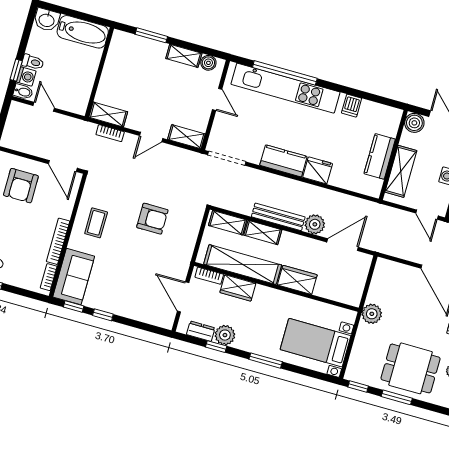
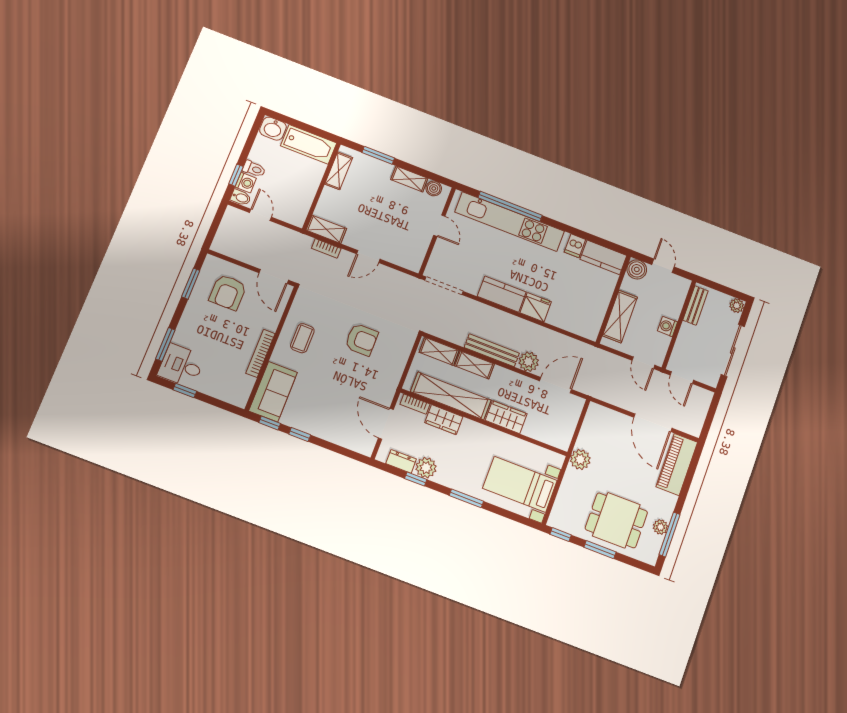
shelving: (186, 137) -> (339, 171), moved, turned 90
kitchen counter: (380, 156) -> (603, 257), moved, turned -90
bookcase: (49, 277) -> (247, 390), removed

